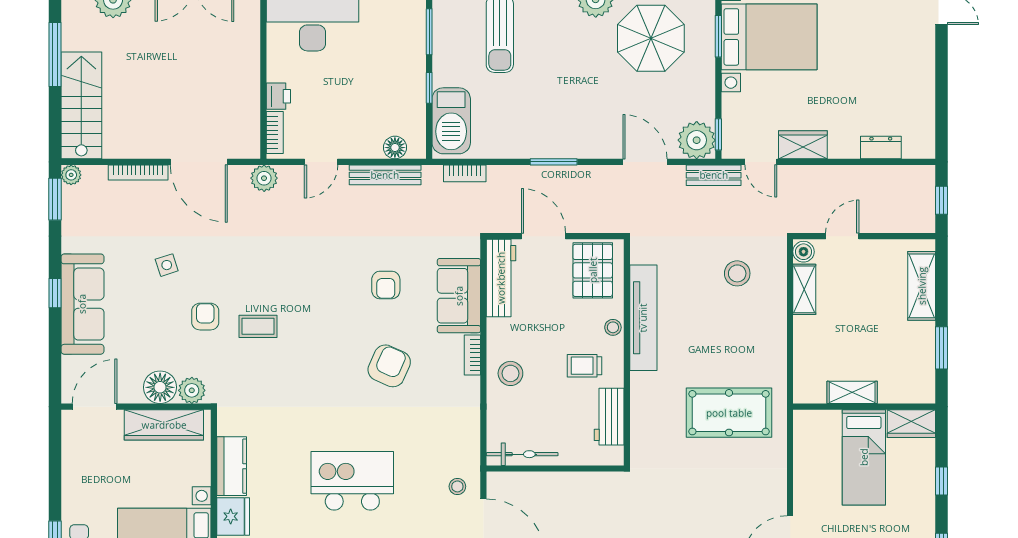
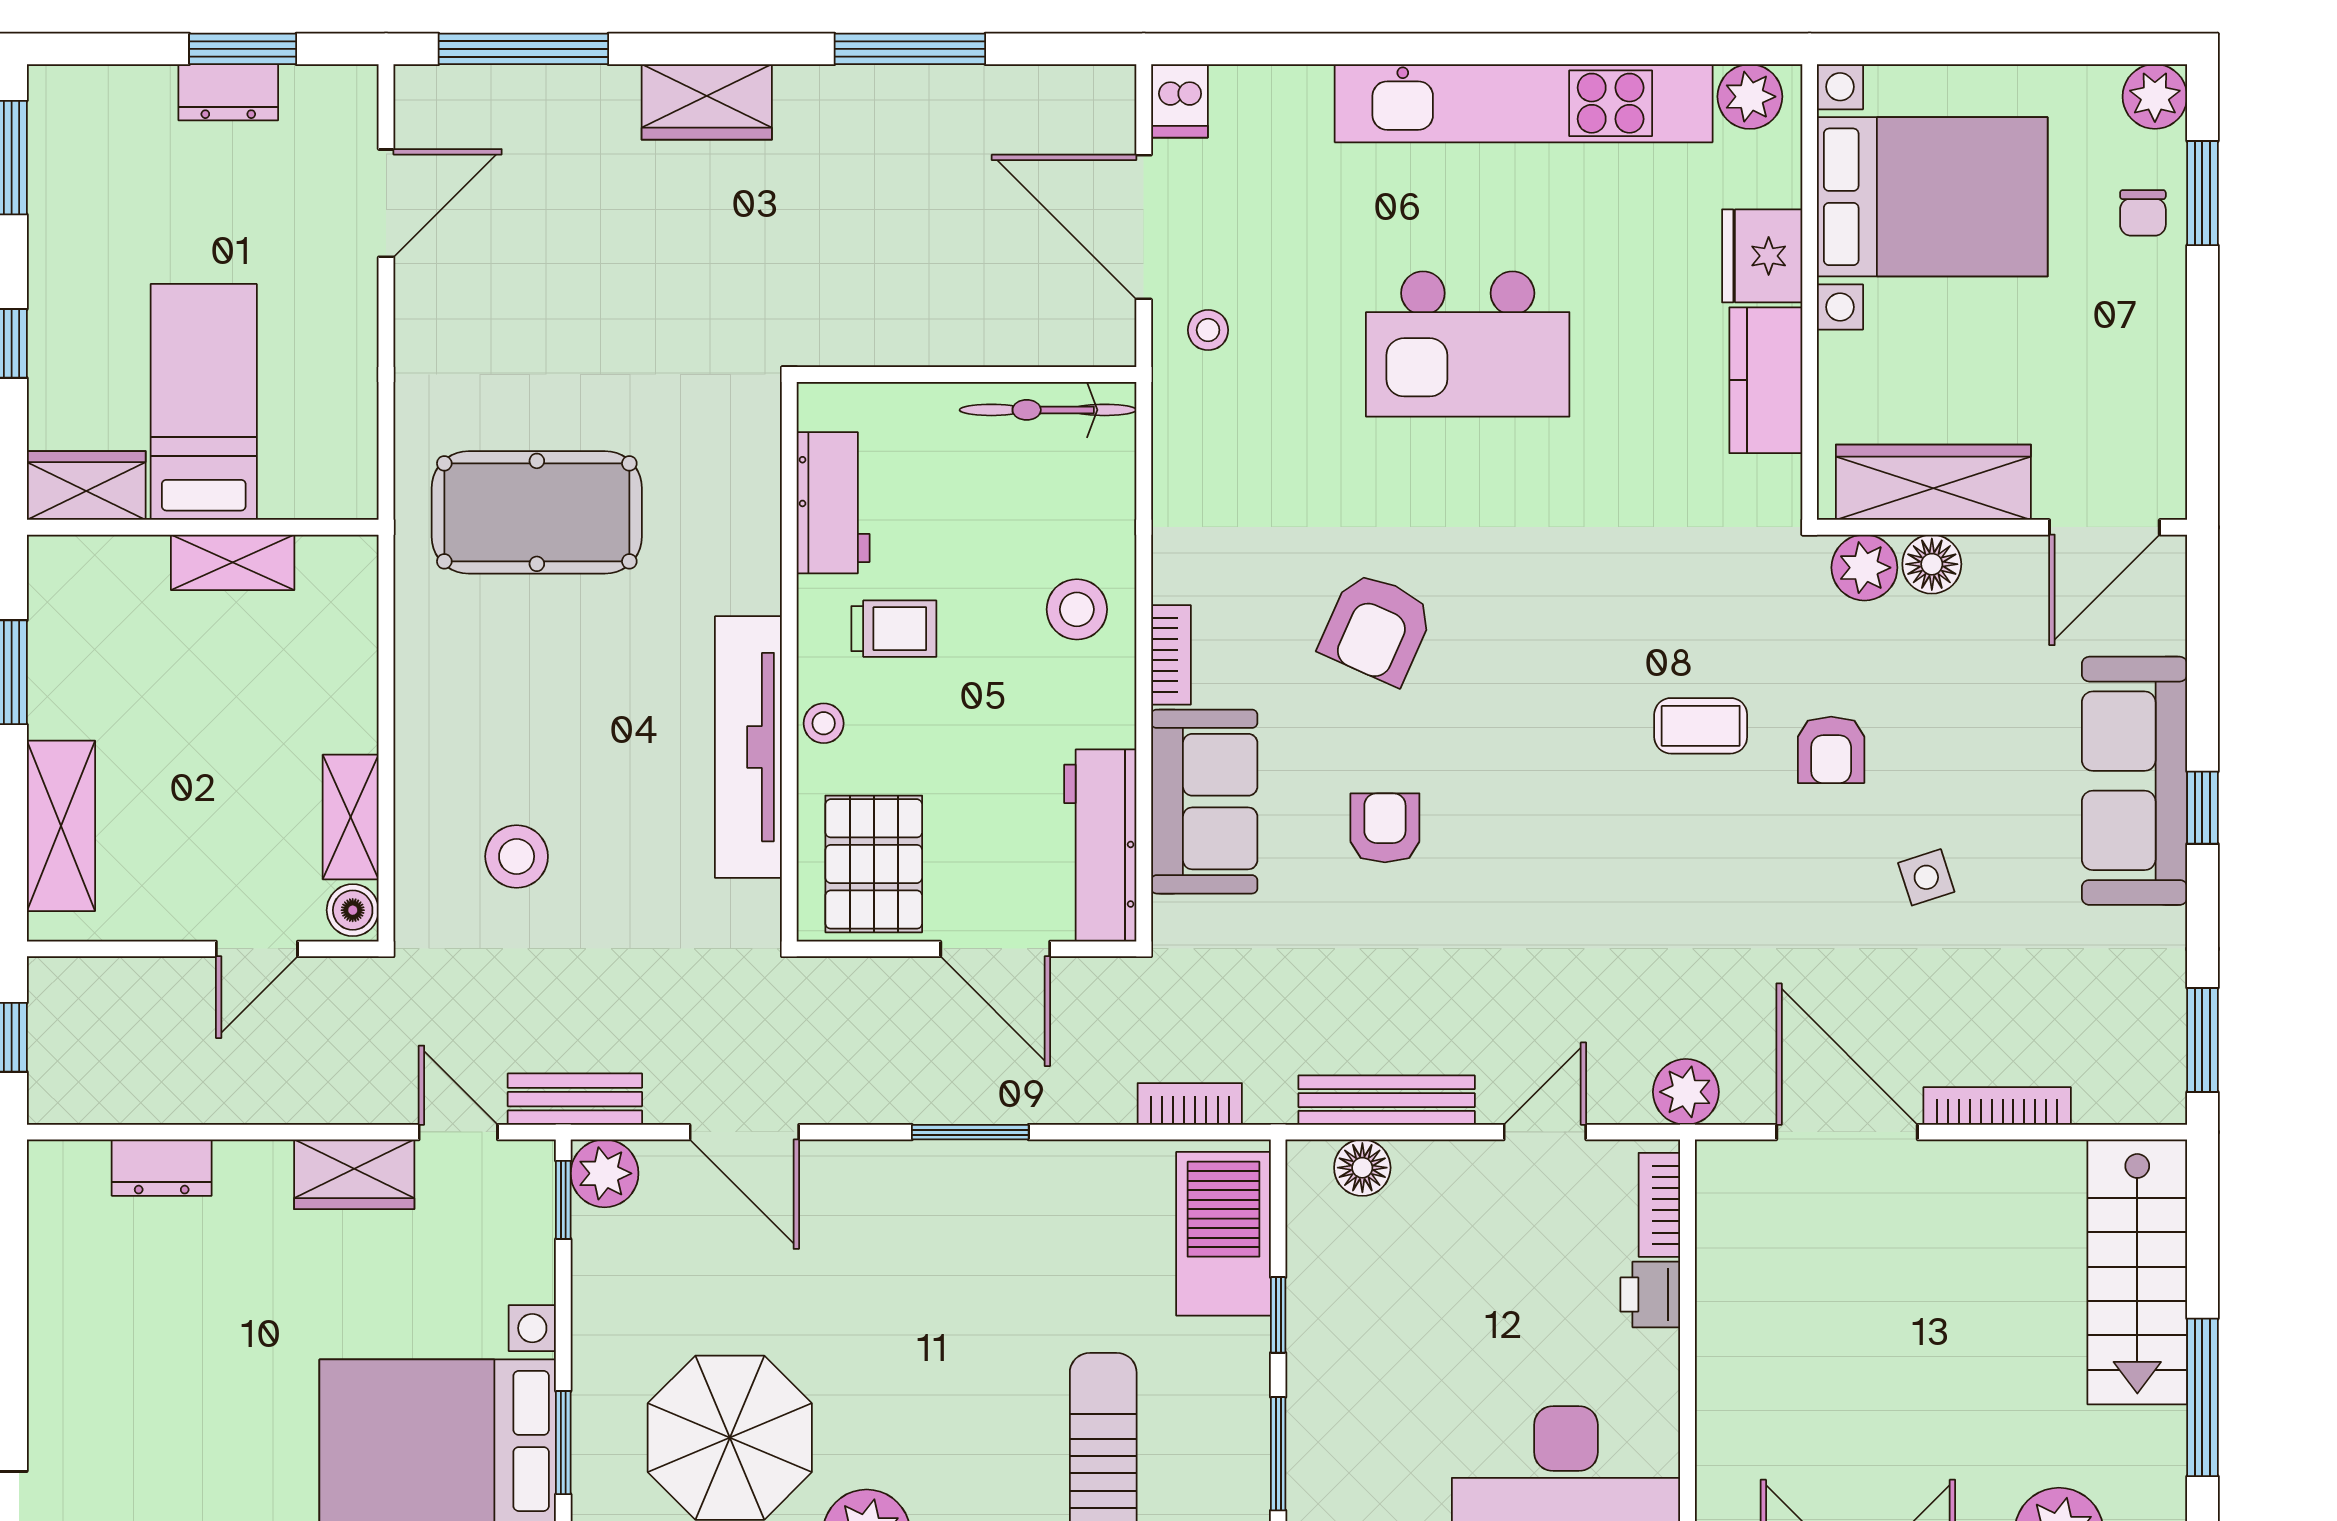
plant: (697, 140) -> (605, 1173), width x0.73, depth x0.73
plant: (71, 175) -> (2162, 1100), removed
floor lamp: (160, 387) -> (1932, 564), width x0.73, depth x0.73

